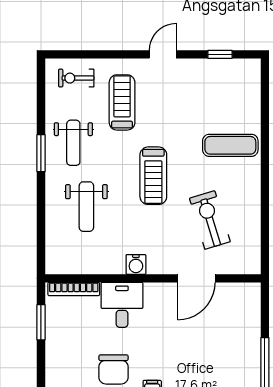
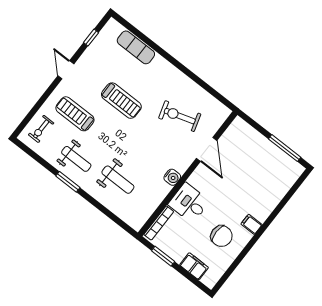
exercise mat: (230, 145) -> (136, 47), moved, turned 90
treadmill: (153, 176) -> (121, 101), moved
filing cabinet: (56, 365) -> (194, 266), added

